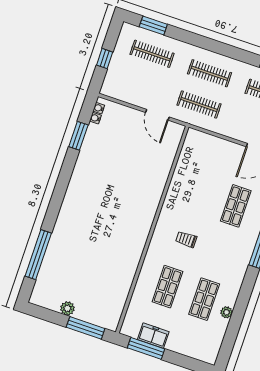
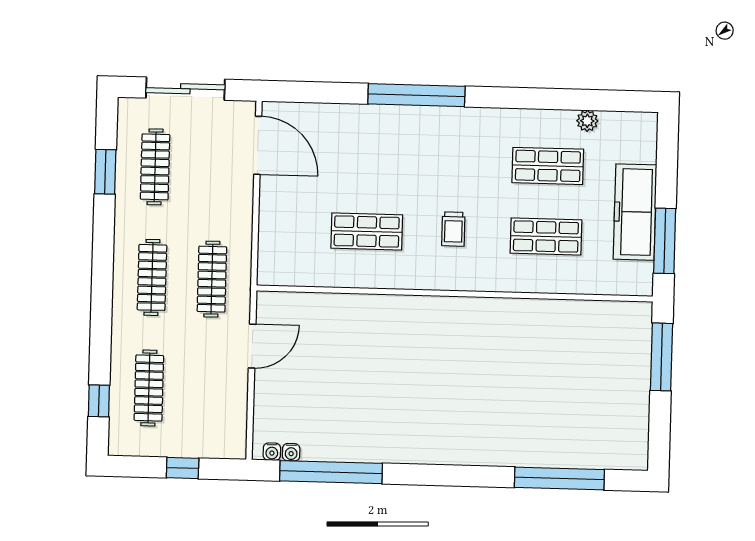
window: (153, 25) -> (99, 401), width x0.67
window: (78, 136) -> (331, 472), width x2.11
shop shelf: (236, 206) -> (367, 232), moved
plant: (67, 308) -> (637, 399), removed
plant: (226, 312) -> (587, 121), moved
freezer: (153, 336) -> (635, 212), width x1.91, depth x1.26

